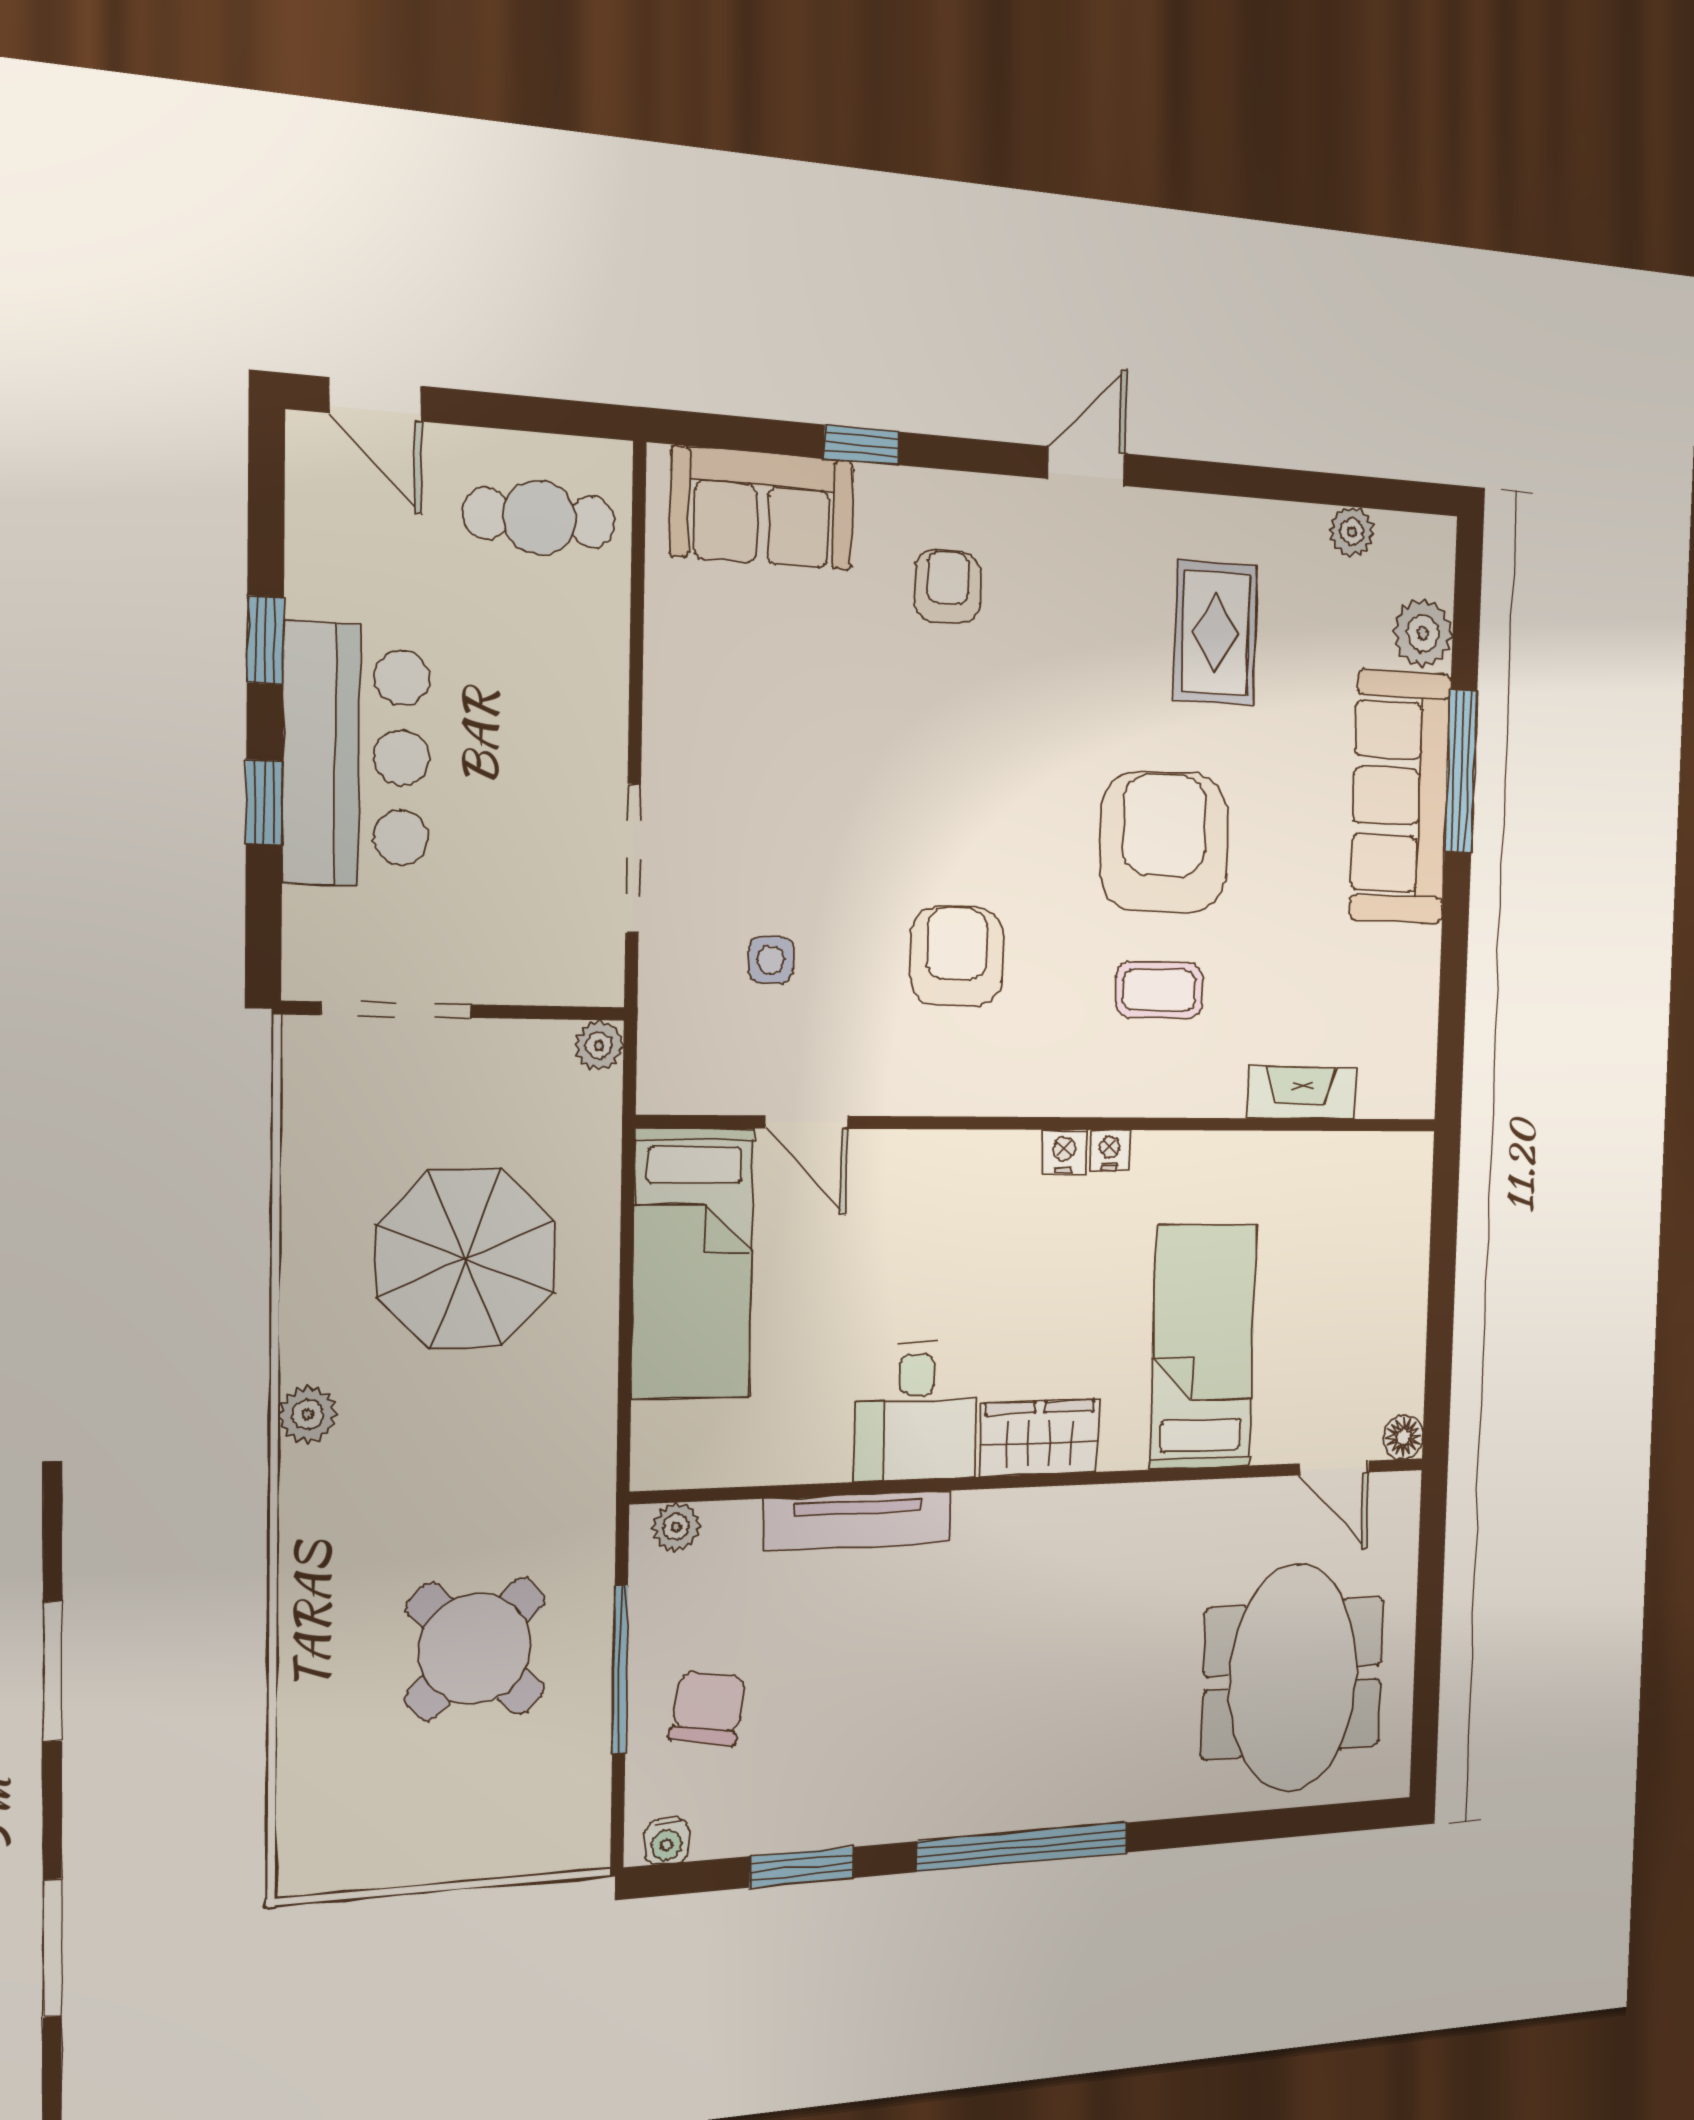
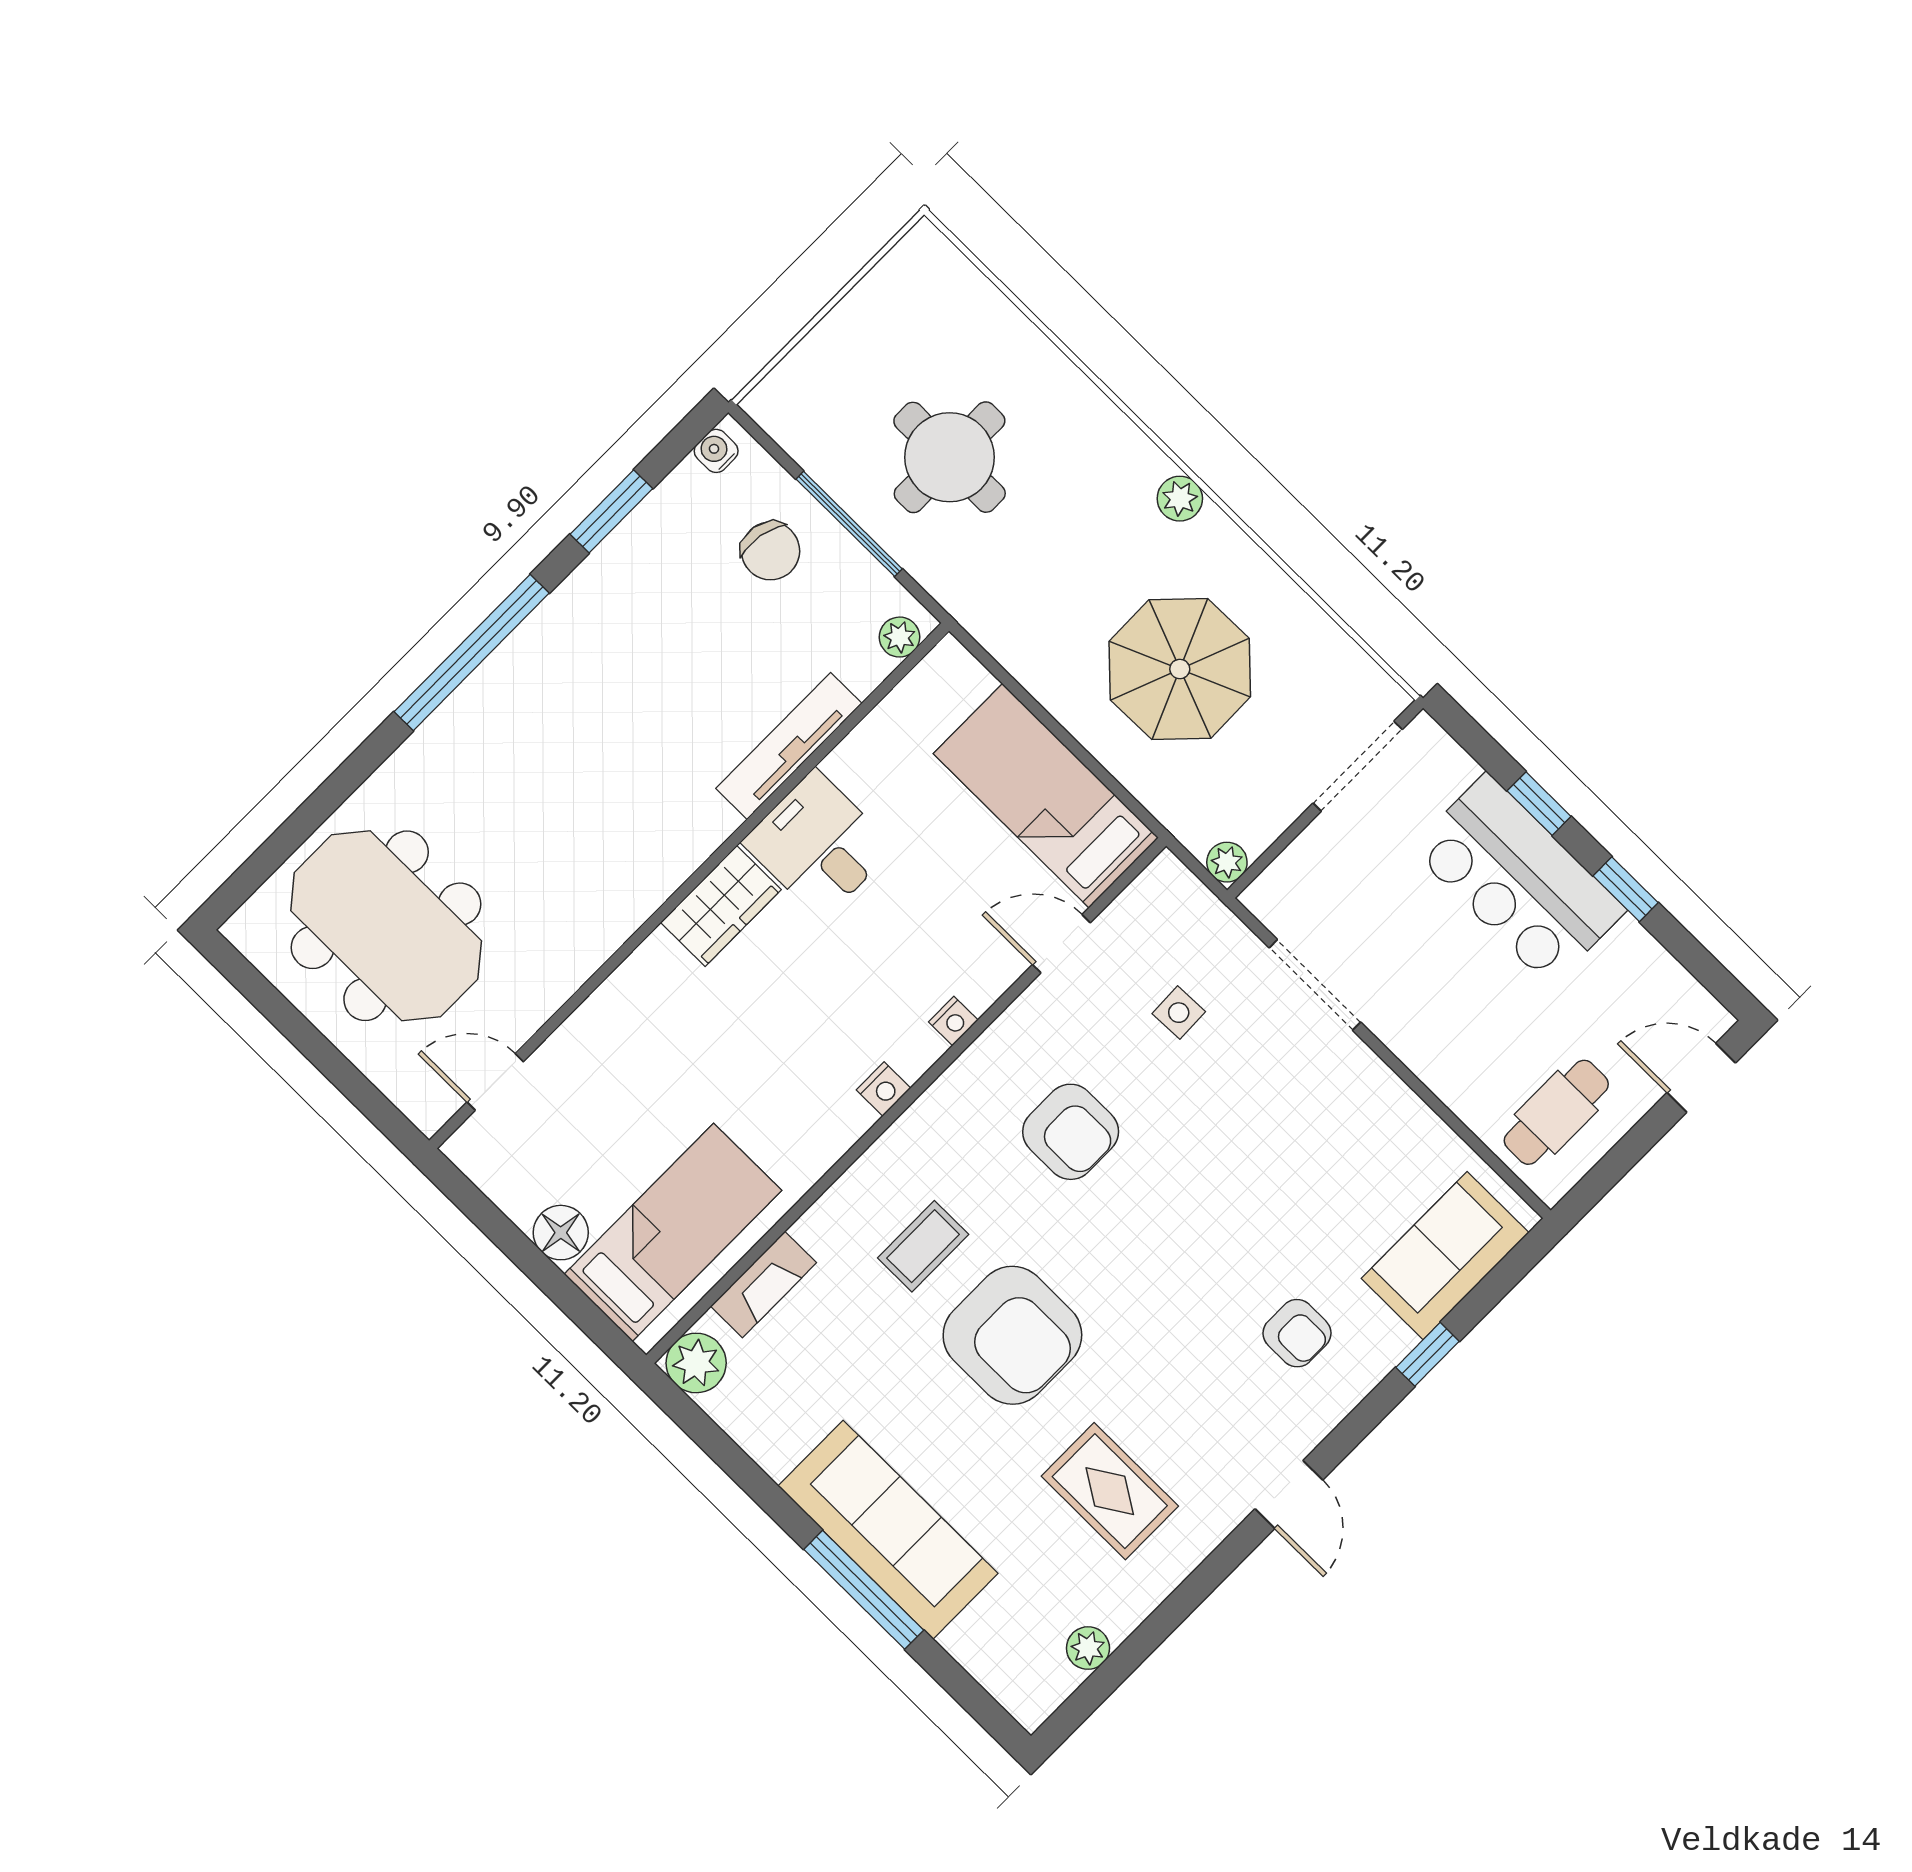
plant: (1423, 633) -> (696, 1363), moved
nightstand: (1110, 1150) -> (953, 1021), moved
bed: (1203, 1347) -> (673, 1232), moved, turned -90
floor lamp: (1403, 1437) -> (561, 1233), moved, width x1.37, depth x1.37
round table: (475, 1649) -> (950, 457), turned 45

